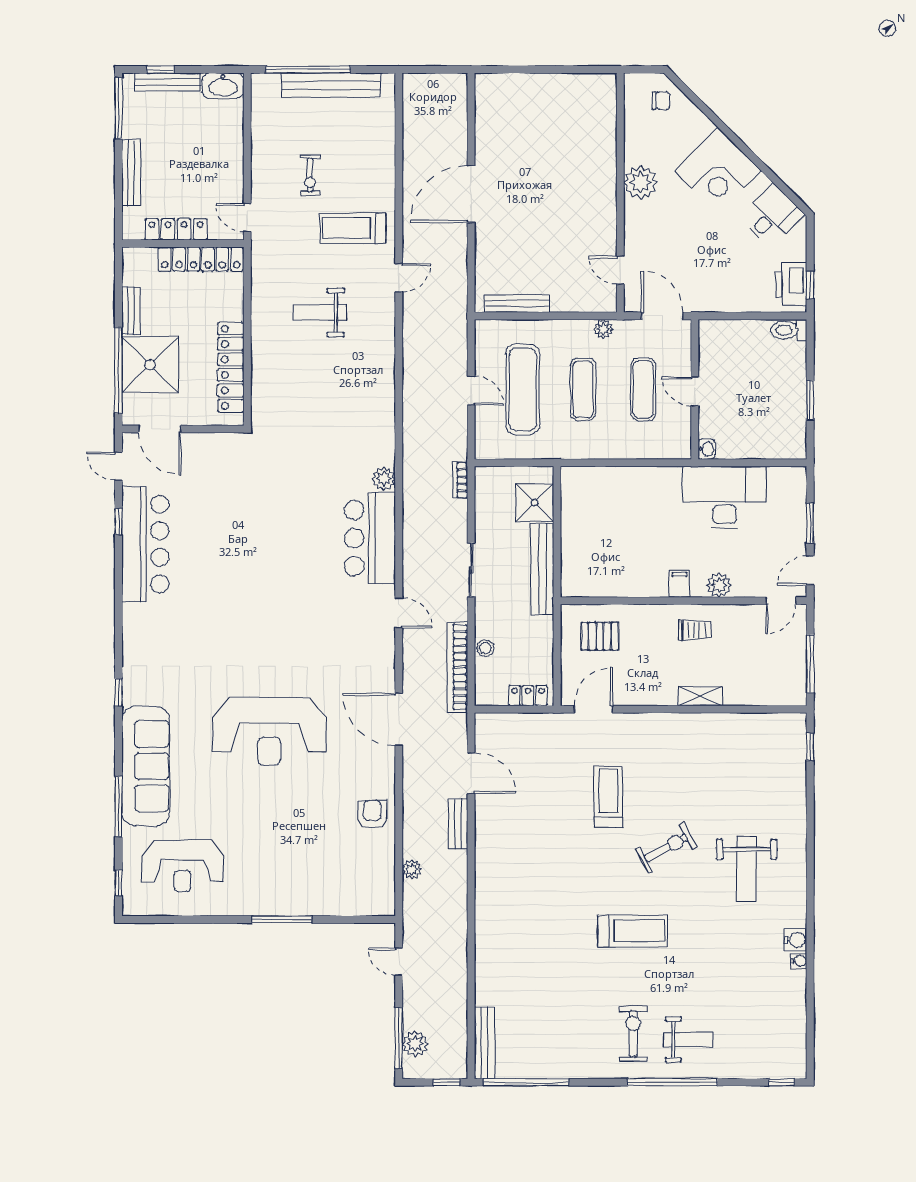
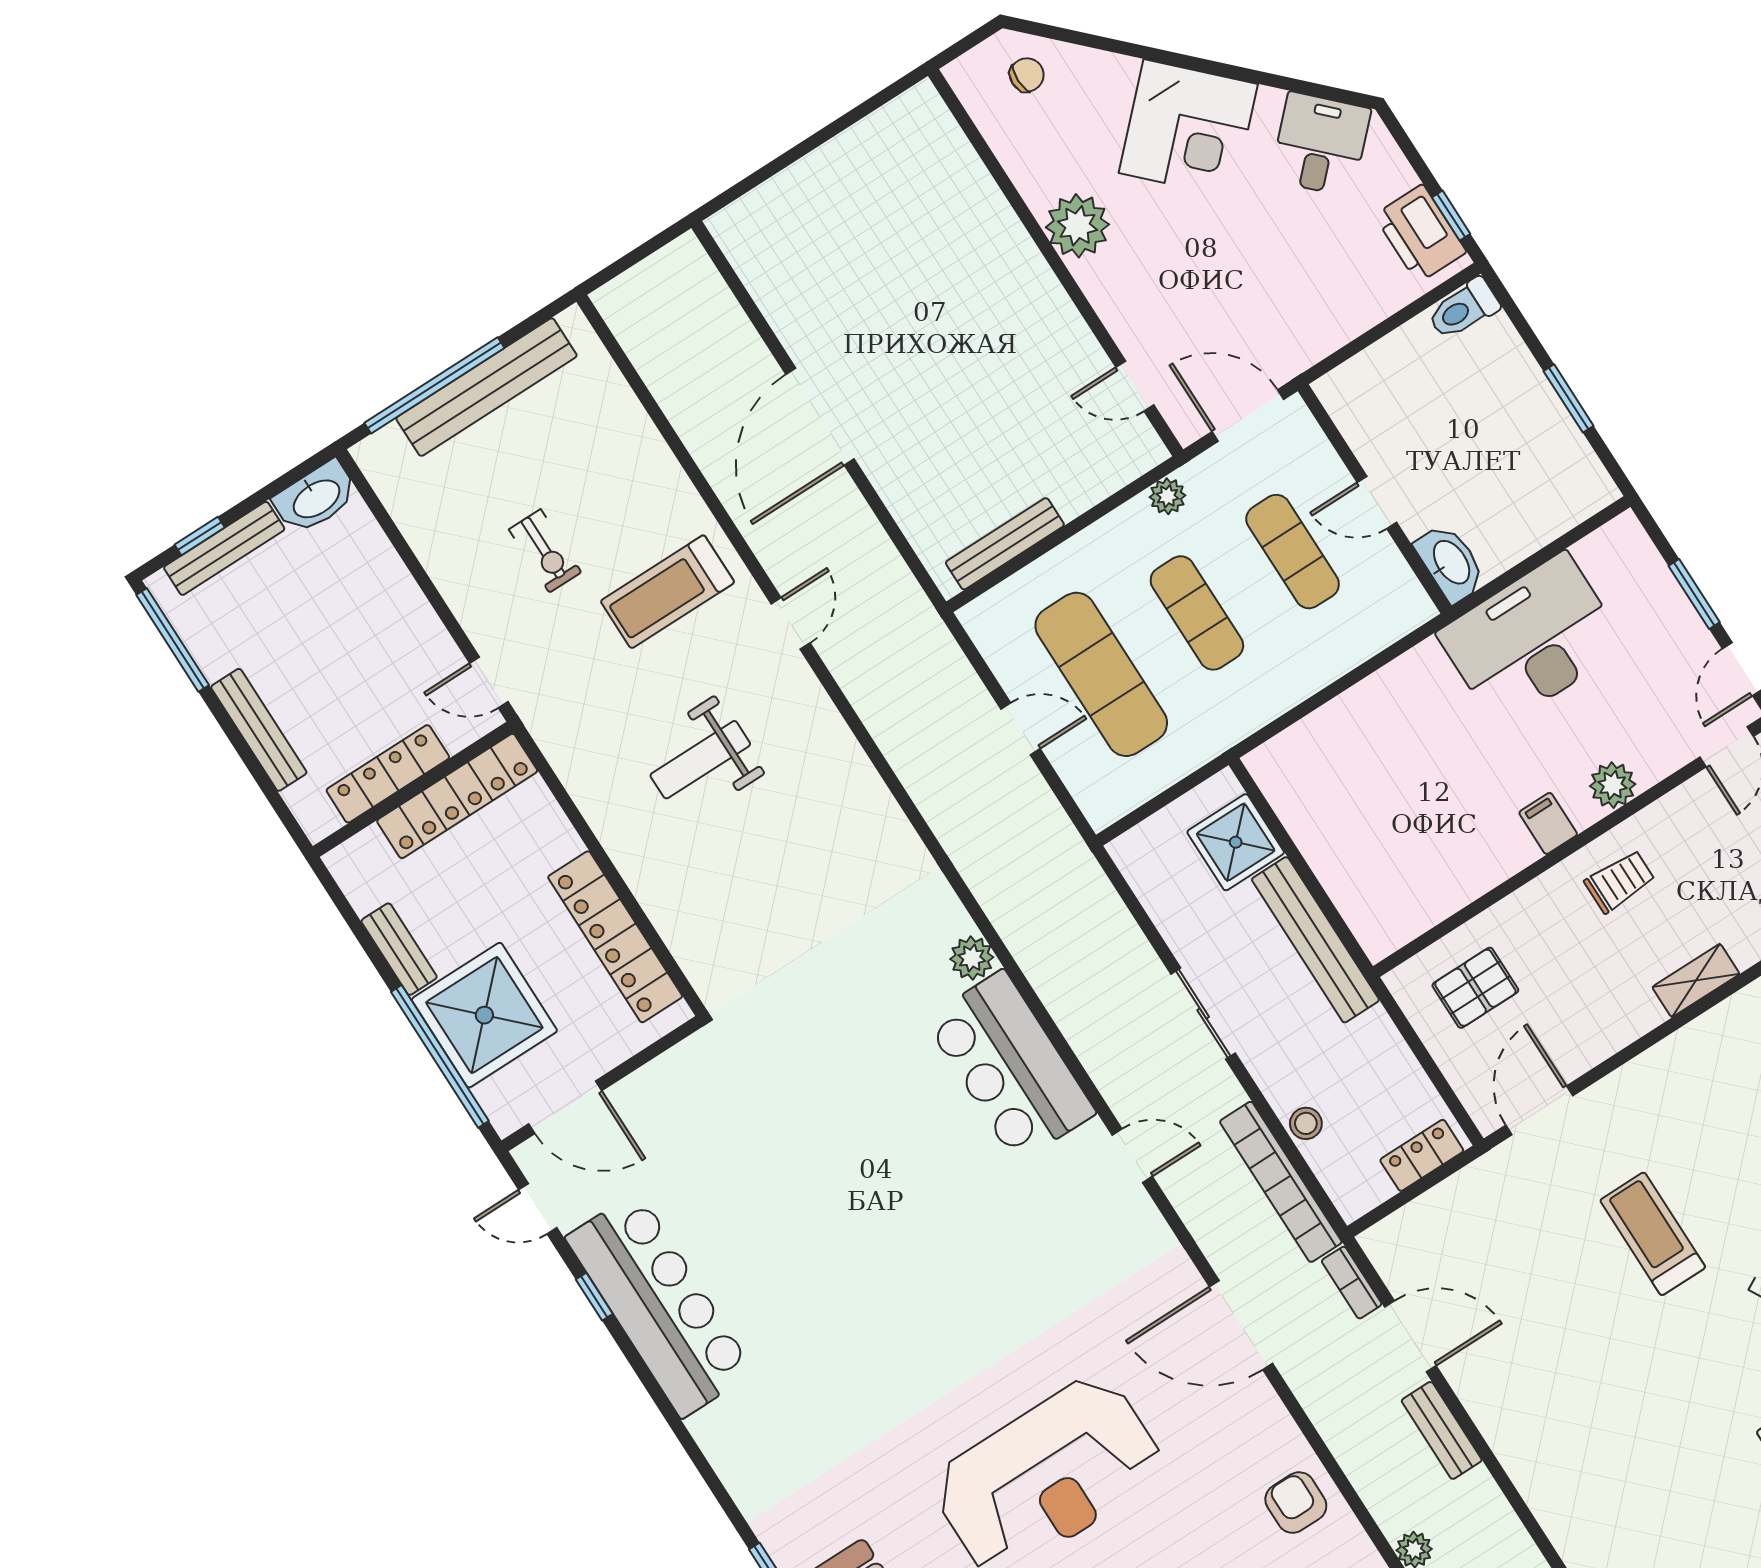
washbasin: (707, 449) -> (1450, 563), width x1.91, depth x1.45
bookcase: (460, 480) -> (1352, 1283), moved

